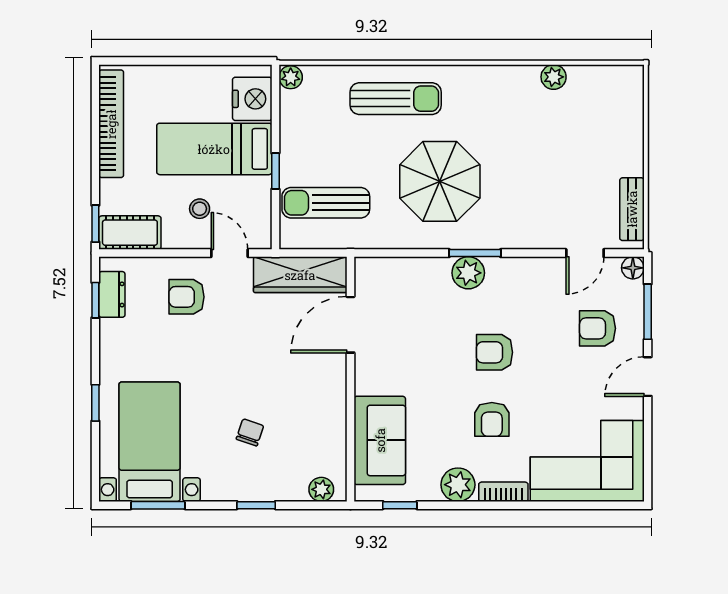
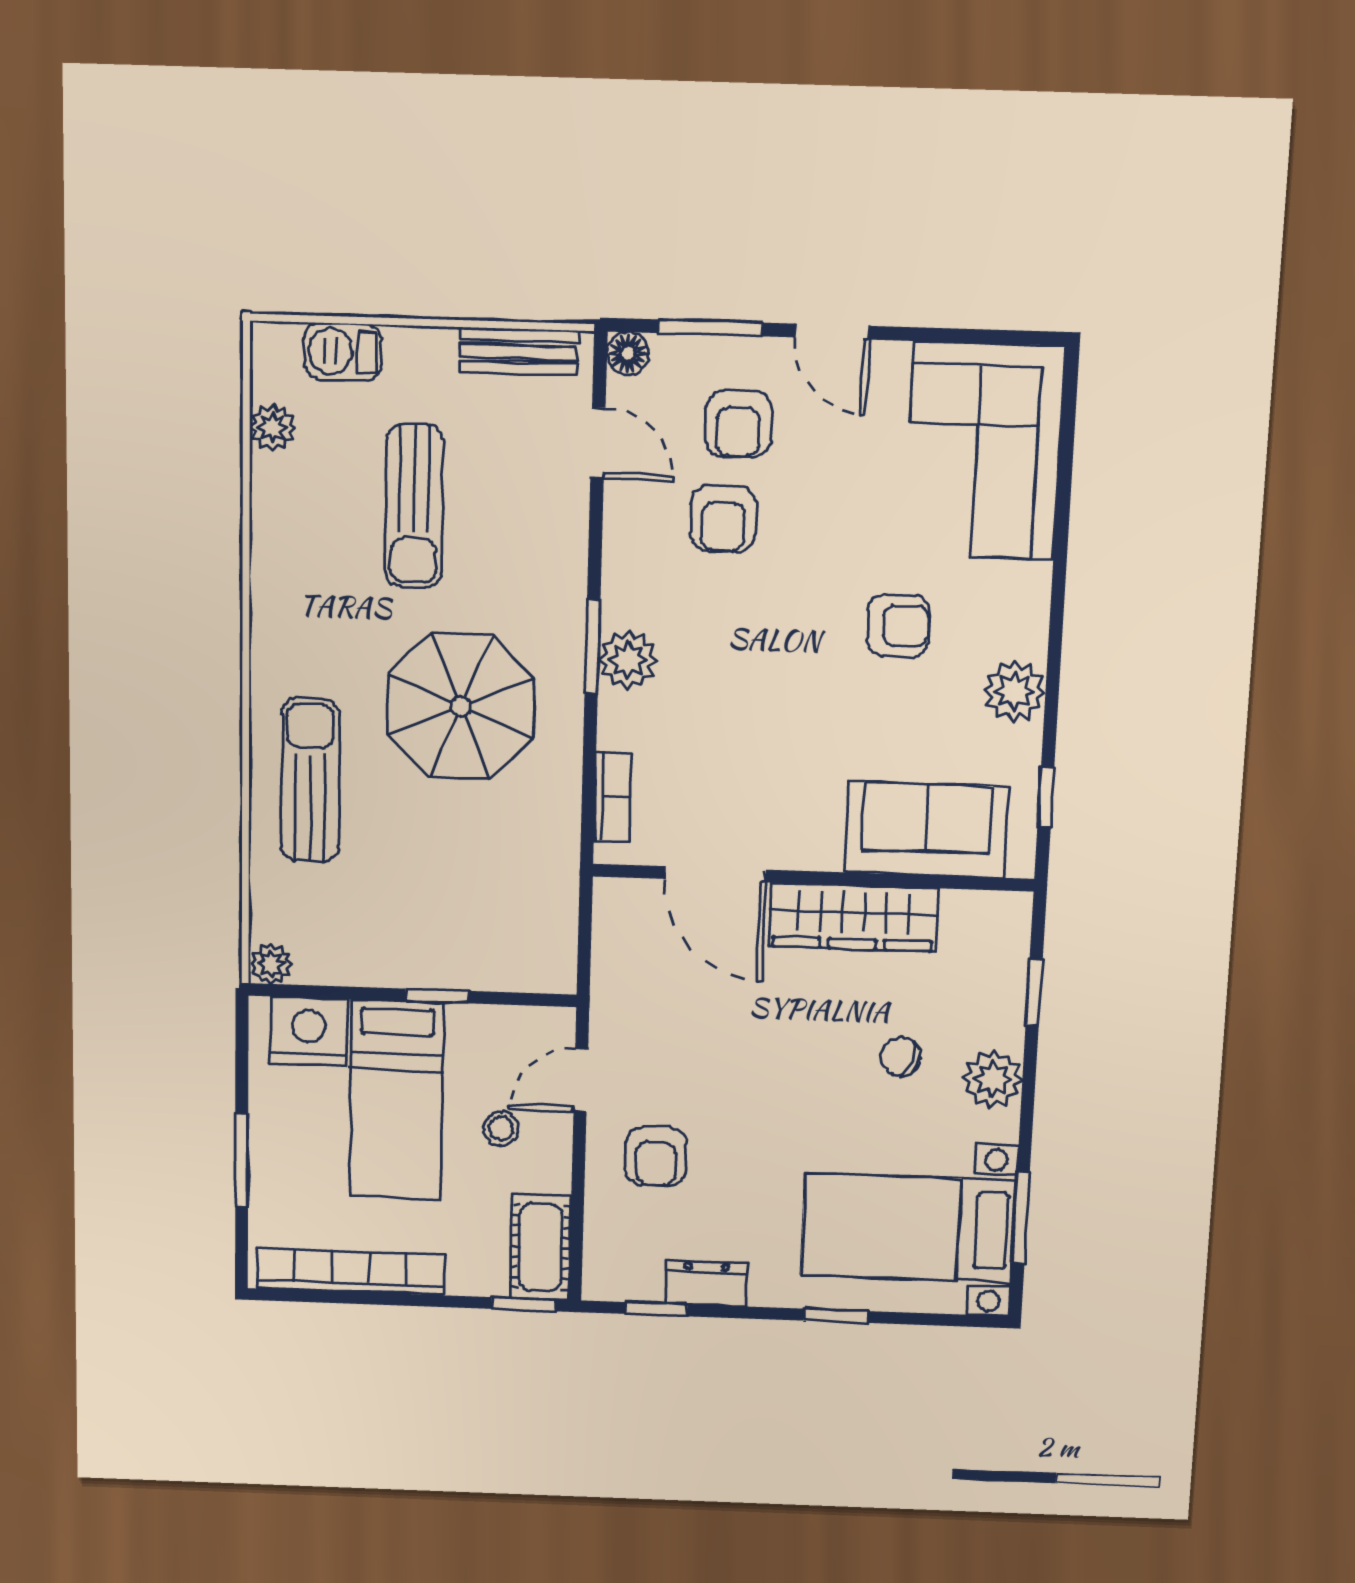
window: (175, 61) -> (242, 1161), added
plant: (554, 77) -> (273, 428), moved
barbecue: (629, 115) -> (343, 352), added
sun lounger: (326, 203) -> (414, 506), moved
wardrobe: (300, 275) -> (853, 917), moved, turned 90
dresser: (112, 294) -> (706, 1283), moved
armchair: (495, 352) -> (723, 519), moved
plant: (321, 489) -> (993, 1079), moved, width x1.38, depth x1.38
bookcase: (503, 492) -> (613, 797), moved, turned 180
window: (256, 505) -> (1034, 992), moved

